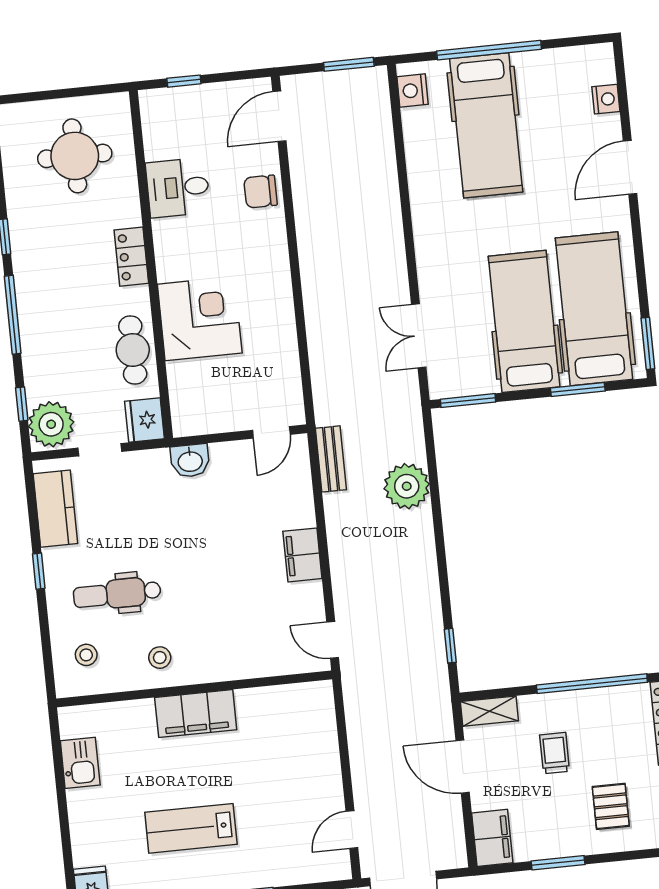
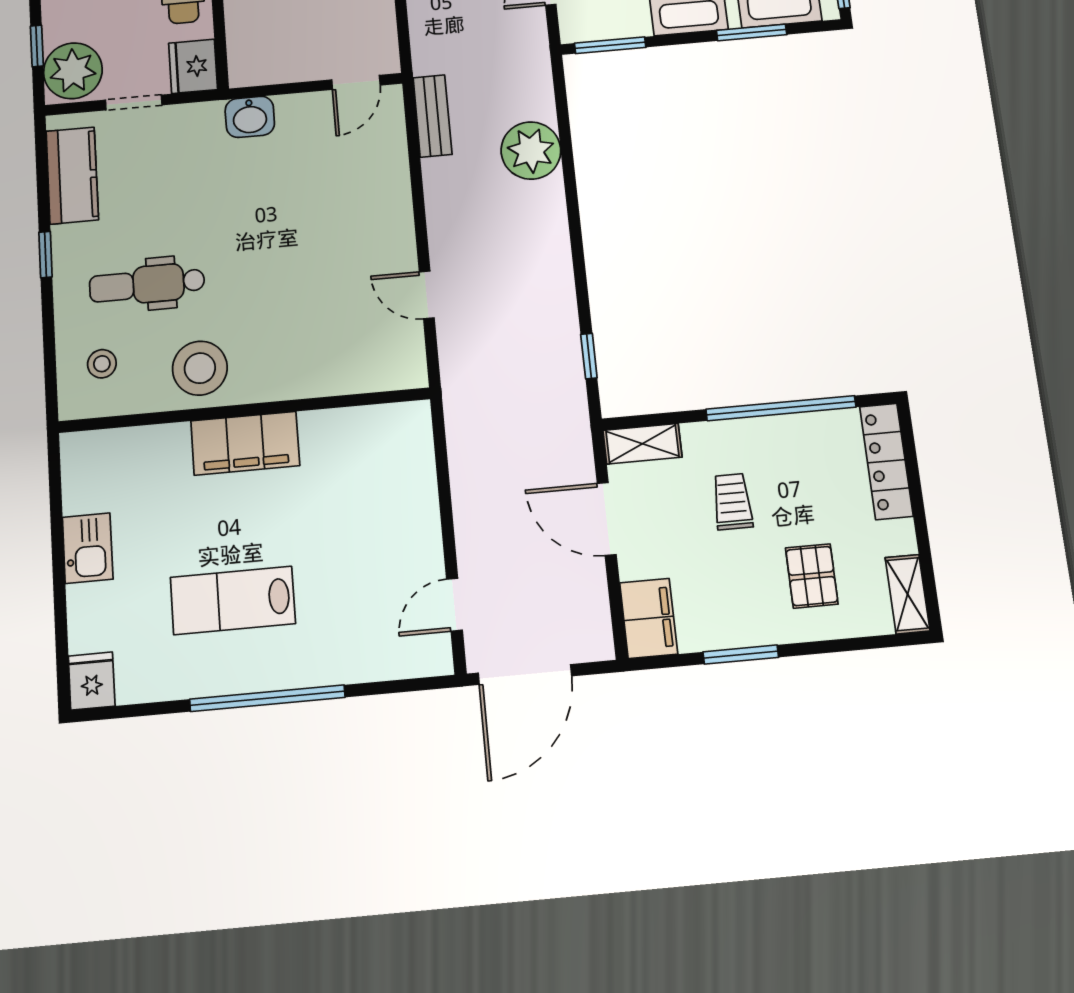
filing cabinet: (302, 555) -> (393, 236), removed
door: (333, 640) -> (427, 295), moved
stool: (160, 658) -> (200, 368), width x1.89, depth x1.89
kitchen sink: (80, 763) -> (88, 548), moved

